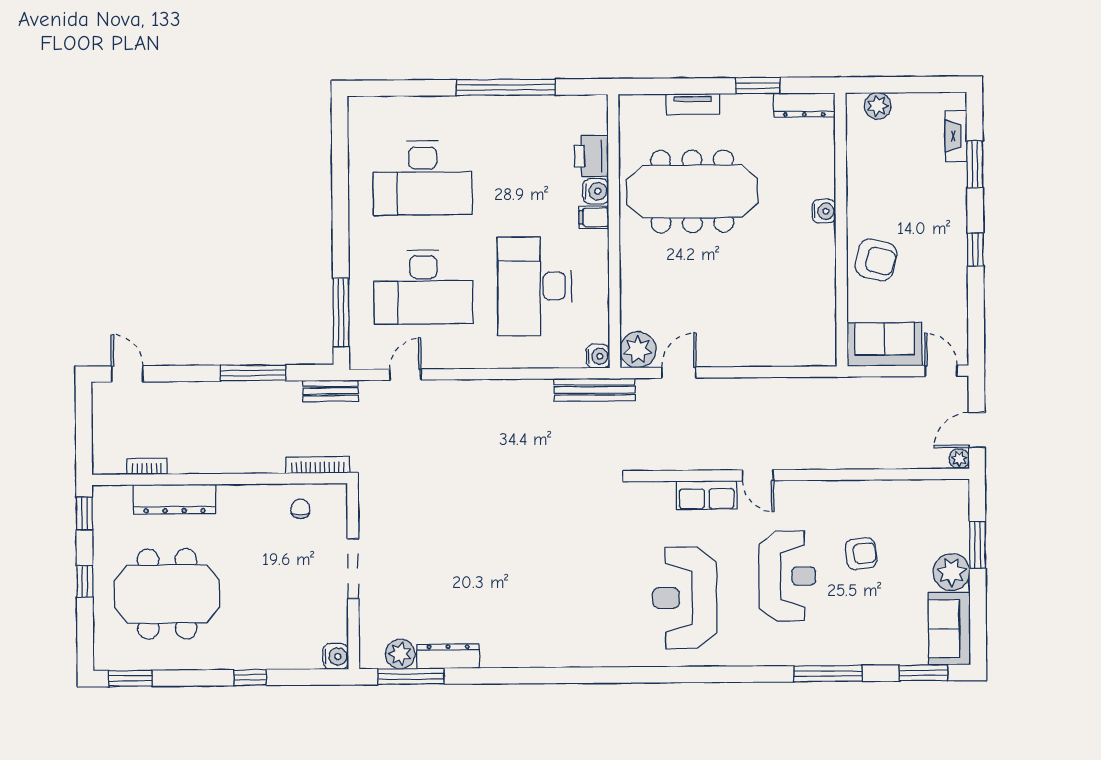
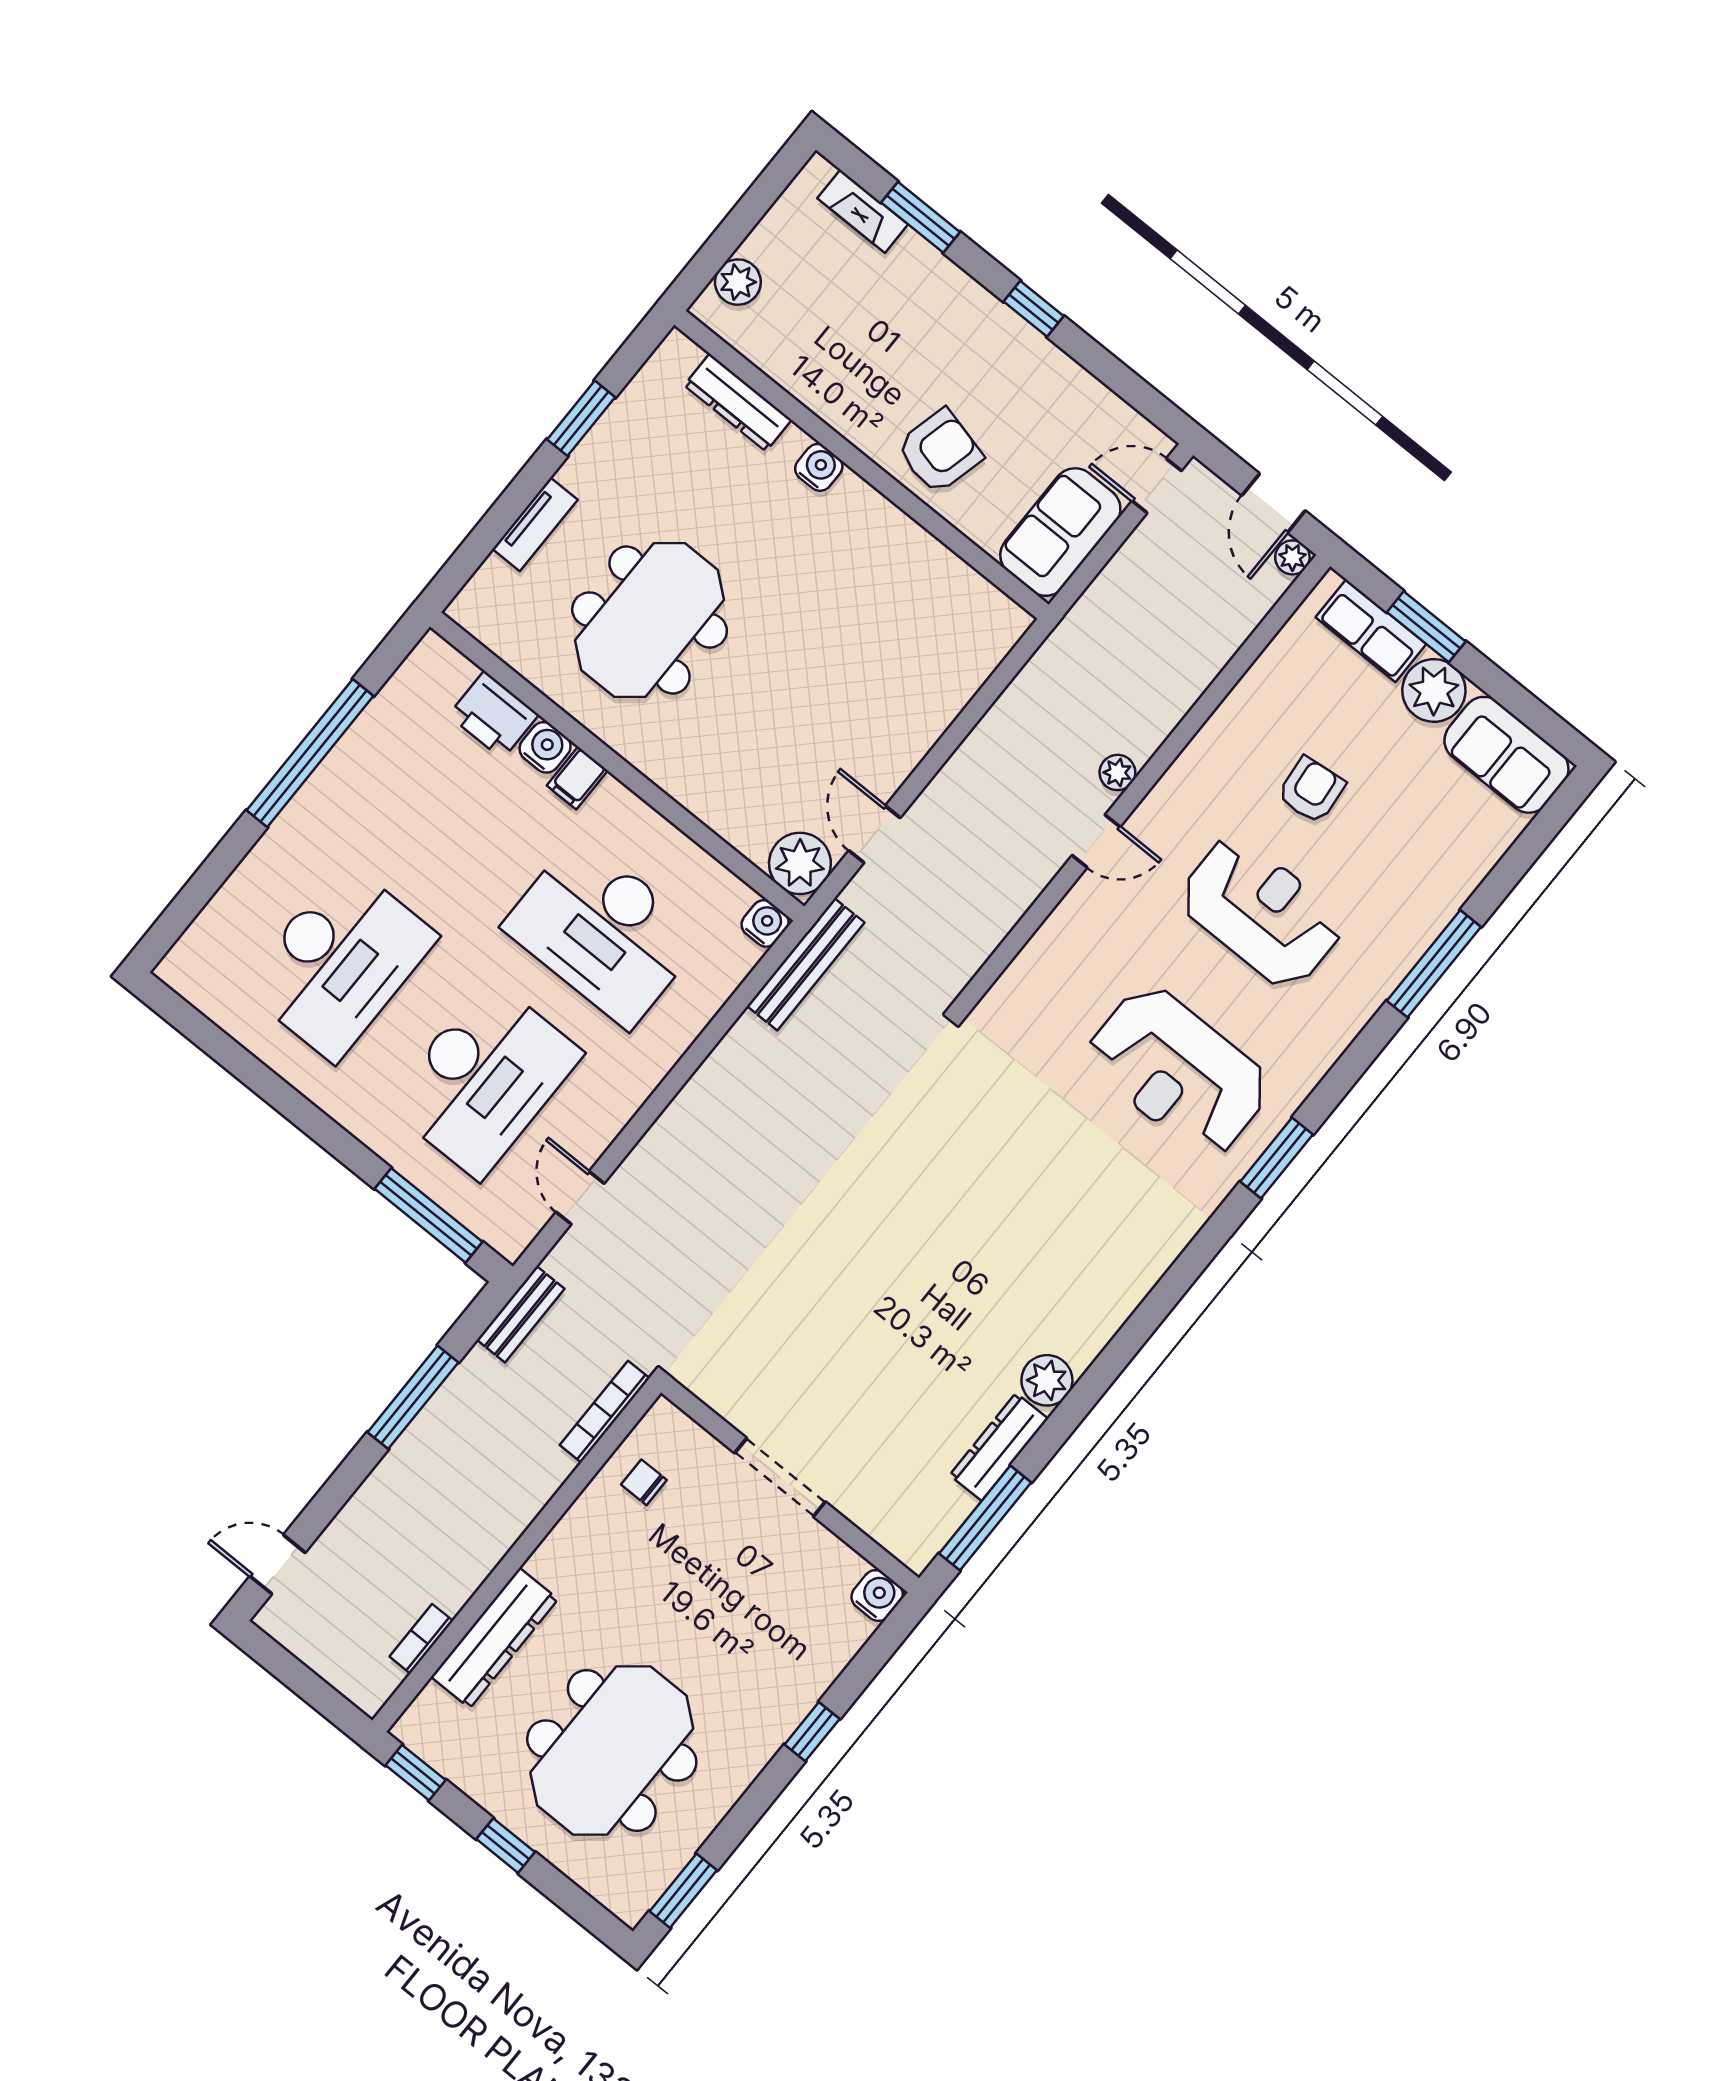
dresser: (804, 105) -> (738, 402), moved, turned 90
meeting table: (692, 191) -> (650, 620), width x0.73
plant: (797, 459) -> (1117, 772), added
row of seats: (707, 495) -> (1371, 631), moved, turned 90
plant: (400, 654) -> (1047, 1380), moved
window: (924, 673) -> (1277, 1158), moved

